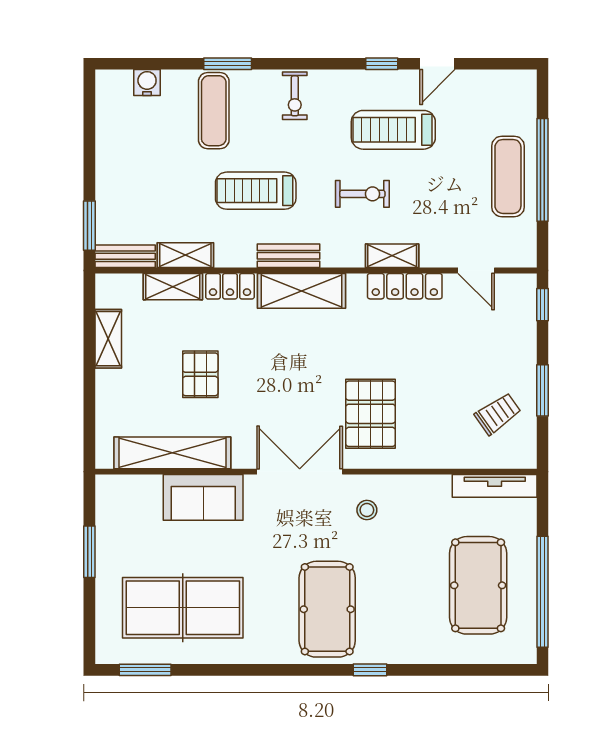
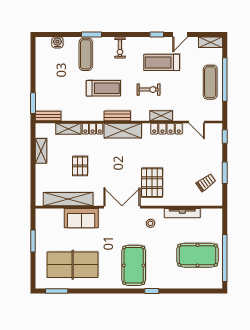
treadmill: (256, 191) -> (103, 88), turned 180
shelving: (185, 255) -> (211, 42), moved
tv unit: (495, 486) -> (182, 213), moved
pool table: (478, 585) -> (198, 255), turned 90

